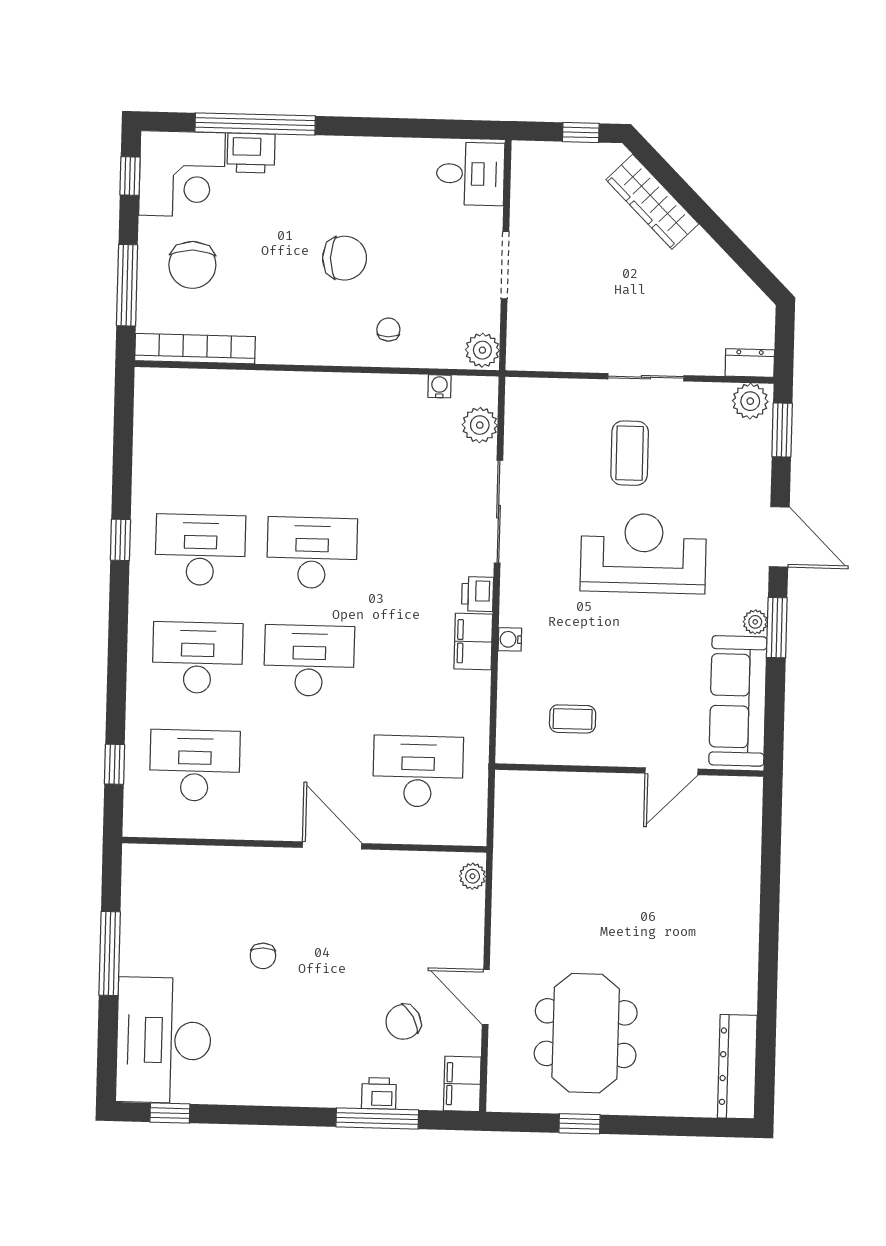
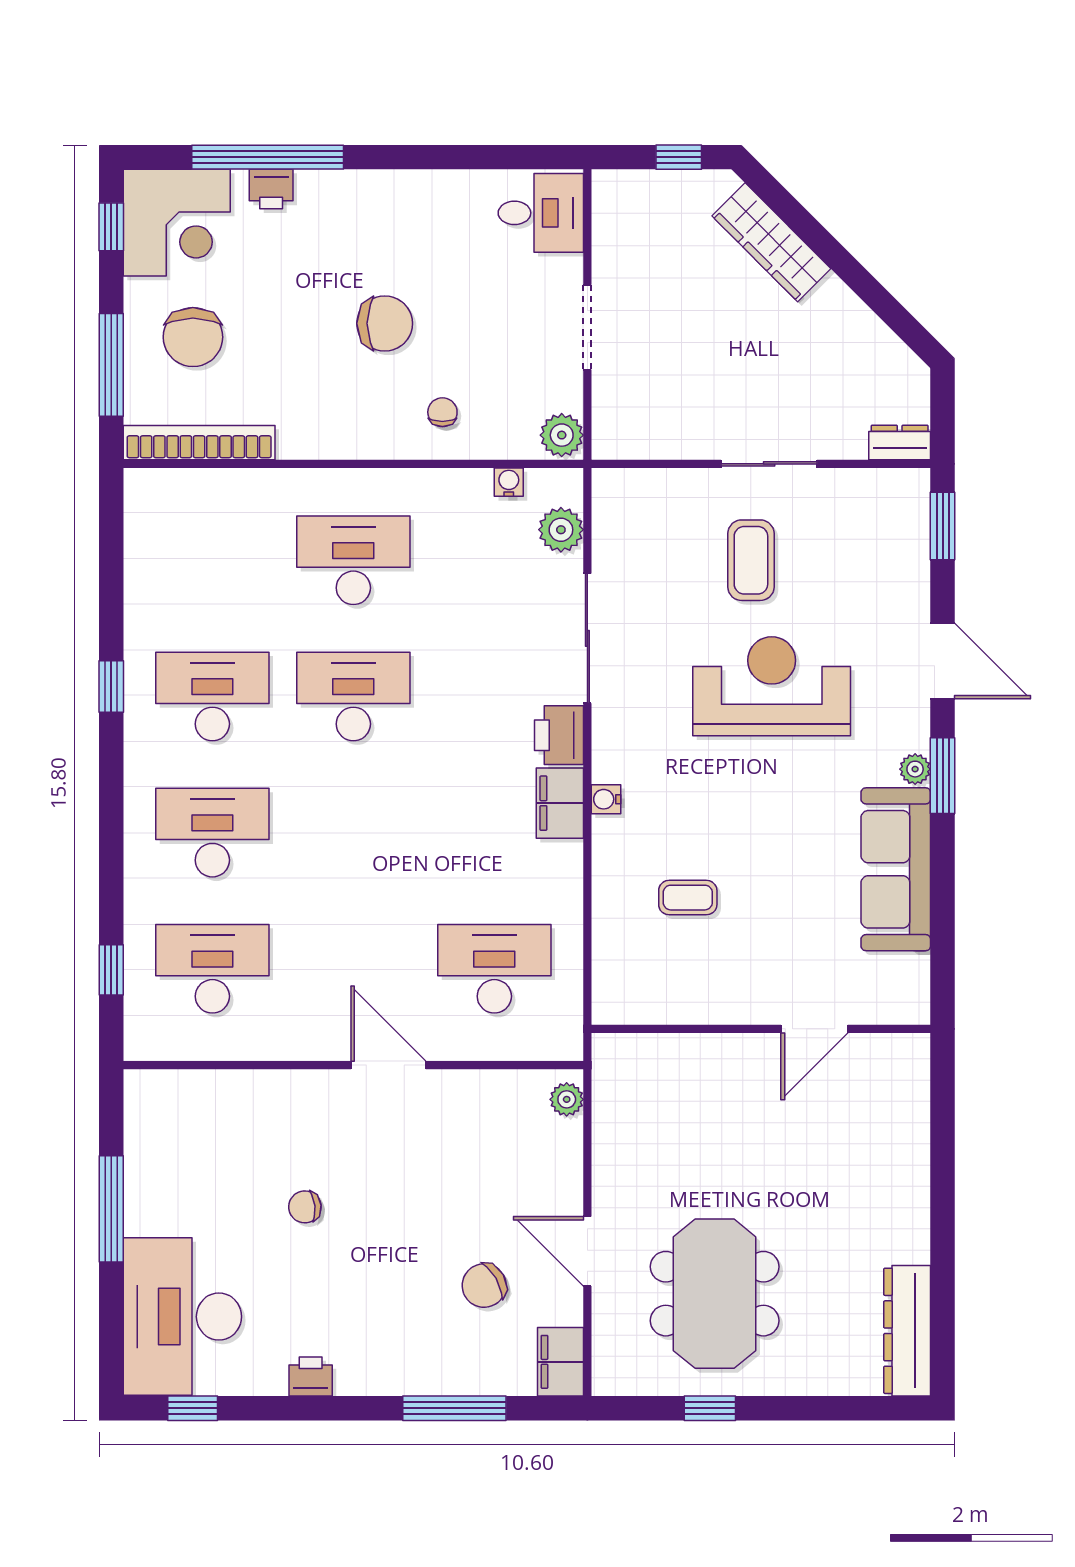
printer: (251, 153) -> (271, 189), width x0.73, depth x0.81
plant: (750, 401) -> (901, 491), removed
printer: (478, 594) -> (559, 735), width x1.36, depth x1.24
desk: (309, 661) -> (353, 560), moved
wall: (629, 770) -> (761, 1029), moved
door: (672, 771) -> (814, 1029), moved
chair: (263, 956) -> (305, 1207), turned 84
printer: (379, 1093) -> (311, 1377), moved

